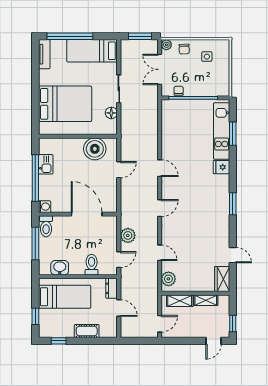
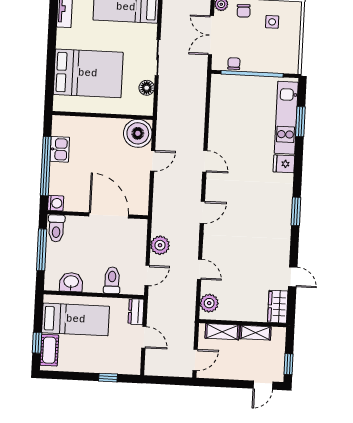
boiler: (95, 149) -> (138, 133), moved
cot: (87, 331) -> (49, 350), moved, turned 90
window: (59, 341) -> (108, 378), moved

